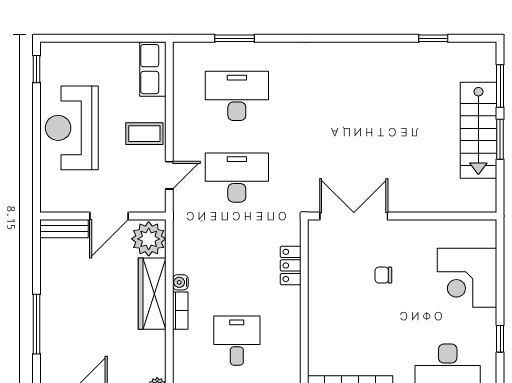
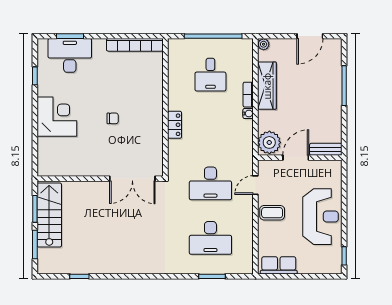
row of seats: (153, 69) -> (279, 265), moved, turned -90
double door: (354, 216) -> (132, 179), moved
wall: (402, 216) -> (100, 179), moved
wardrobe: (152, 294) -> (267, 86), moved

